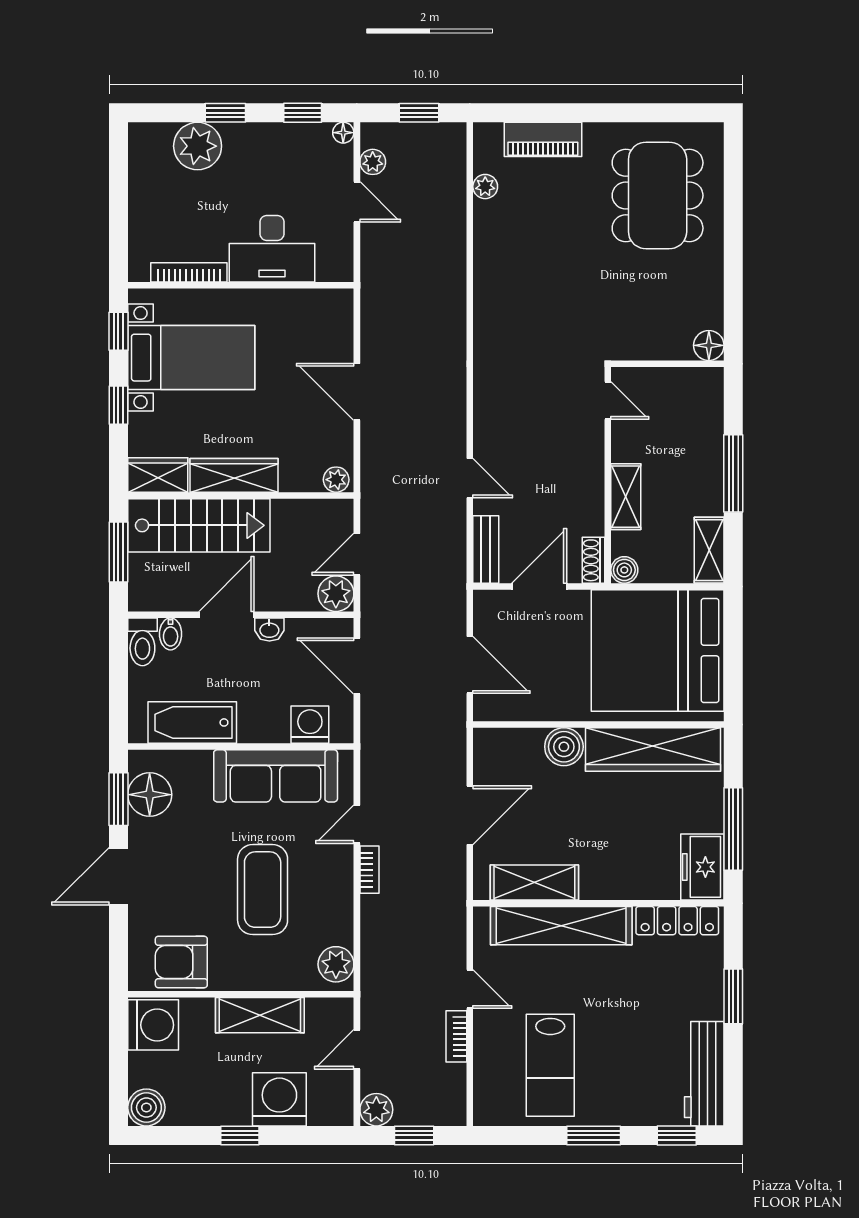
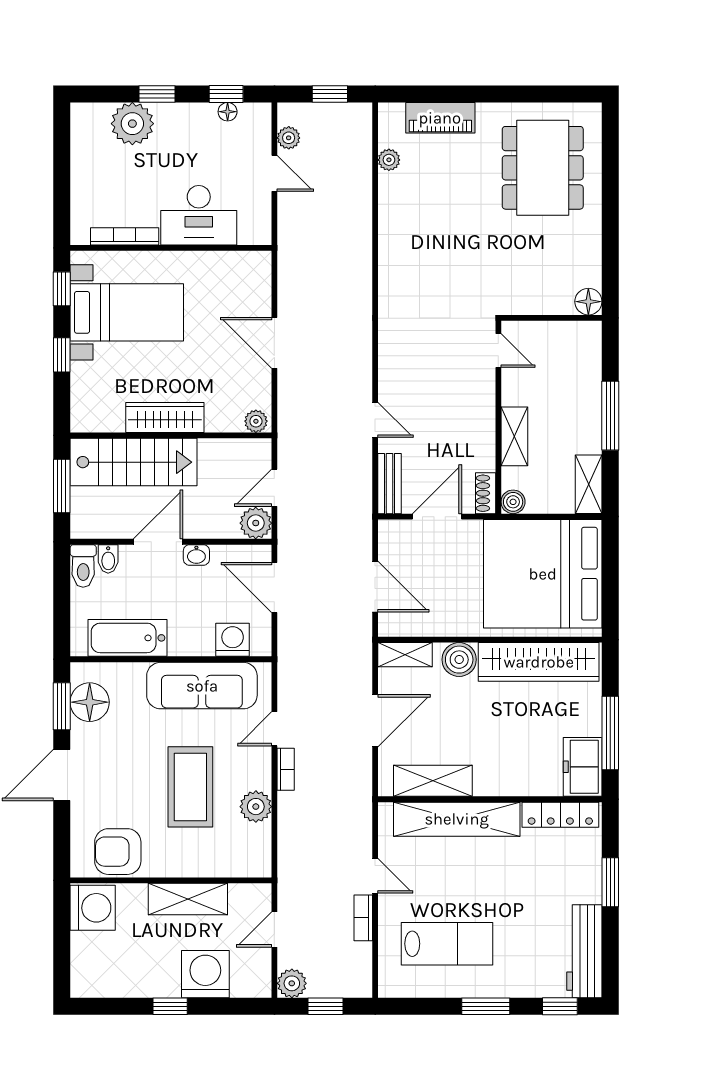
floor lamp: (343, 133) -> (228, 112), moved
wardrobe: (158, 475) -> (97, 417), removed
shelving: (503, 741) -> (405, 655), added
plant: (336, 964) -> (256, 807), moved
lab bench: (550, 1065) -> (447, 944), turned -90
boiler: (146, 1107) -> (87, 981), removed

